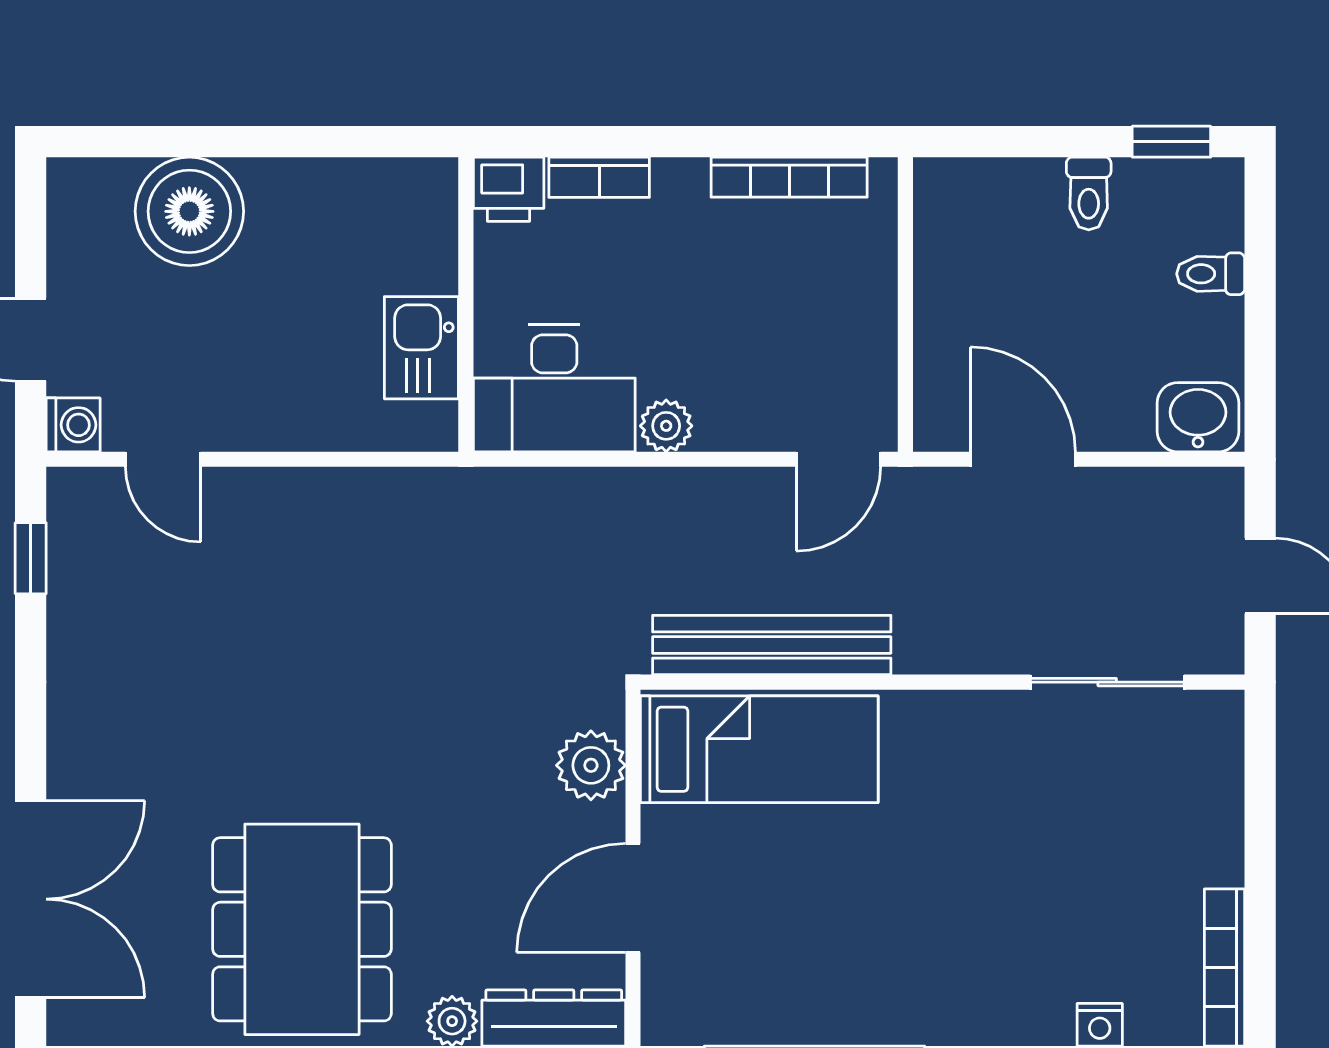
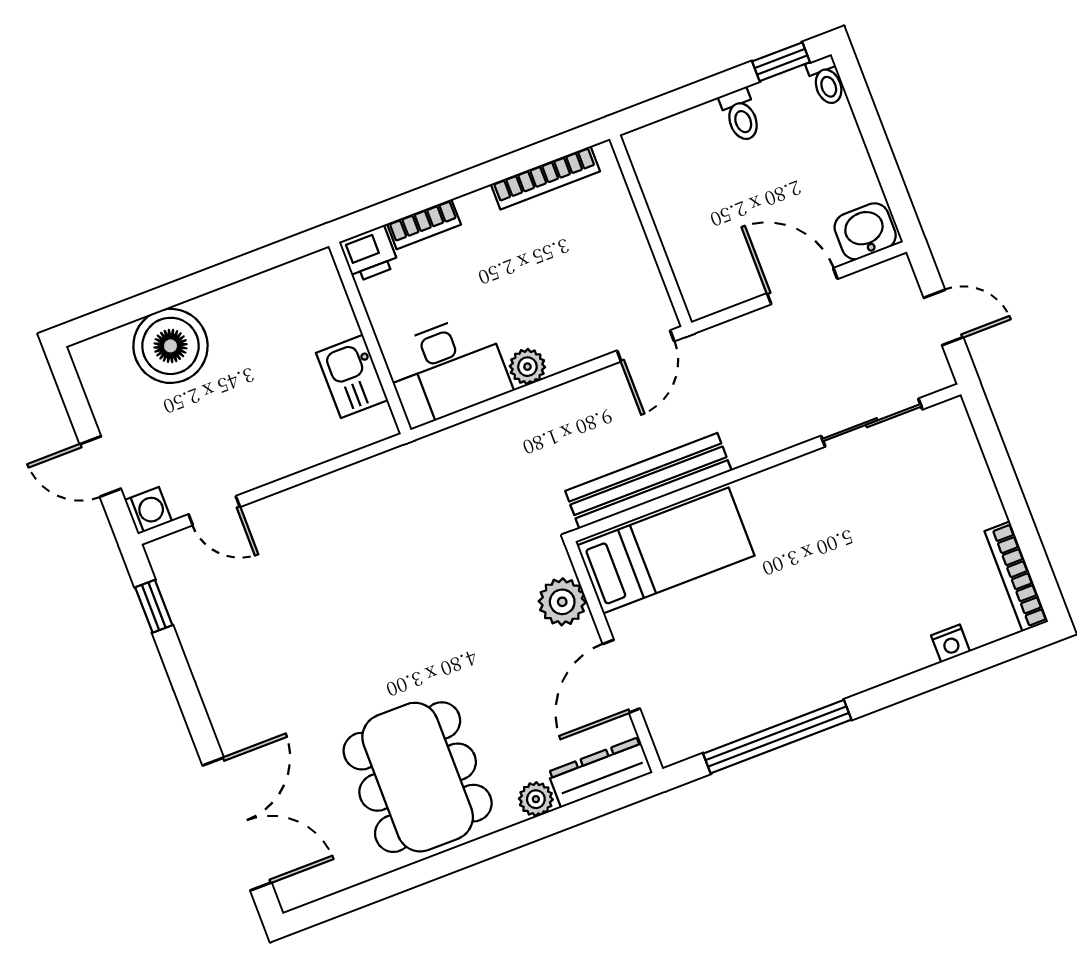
toilet: (1211, 274) -> (826, 81), moved, turned -90
door: (1023, 459) -> (802, 286), moved

